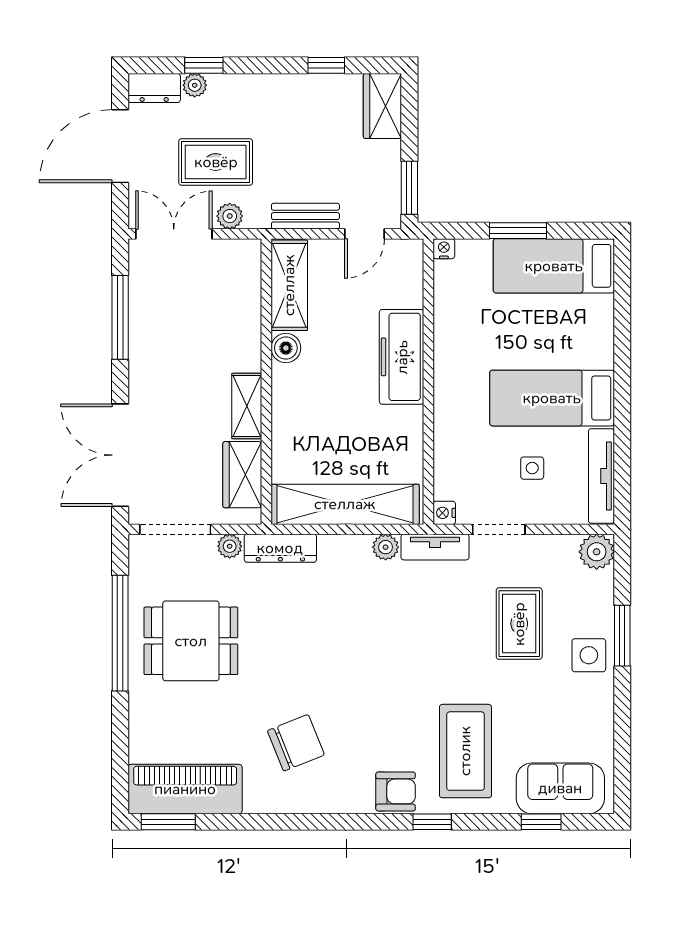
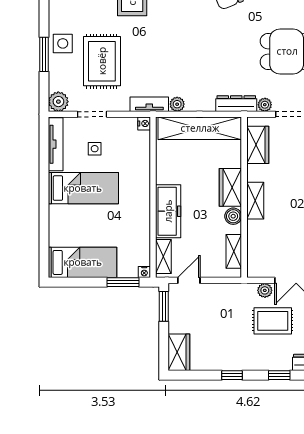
window: (326, 65) -> (232, 375), moved
plant: (195, 85) -> (284, 364), removed
bench: (305, 216) -> (222, 290), removed
window: (518, 231) -> (123, 282), moved
shelving: (410, 276) -> (163, 257), added
shelving: (289, 285) -> (234, 251), width x0.67, depth x0.75
wardrobe: (291, 399) -> (230, 187), added
shelving: (247, 406) -> (255, 201), moved
doorway: (499, 529) -> (92, 114), moved
rug: (519, 624) -> (102, 61), width x1.36, depth x1.43

